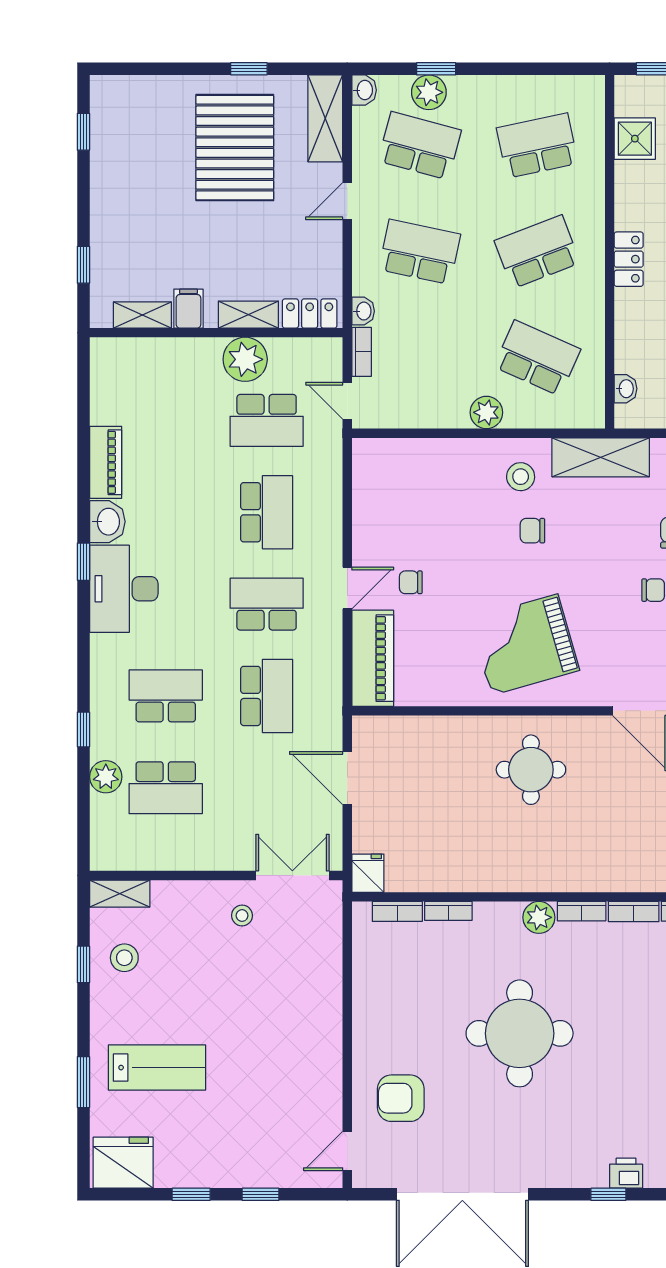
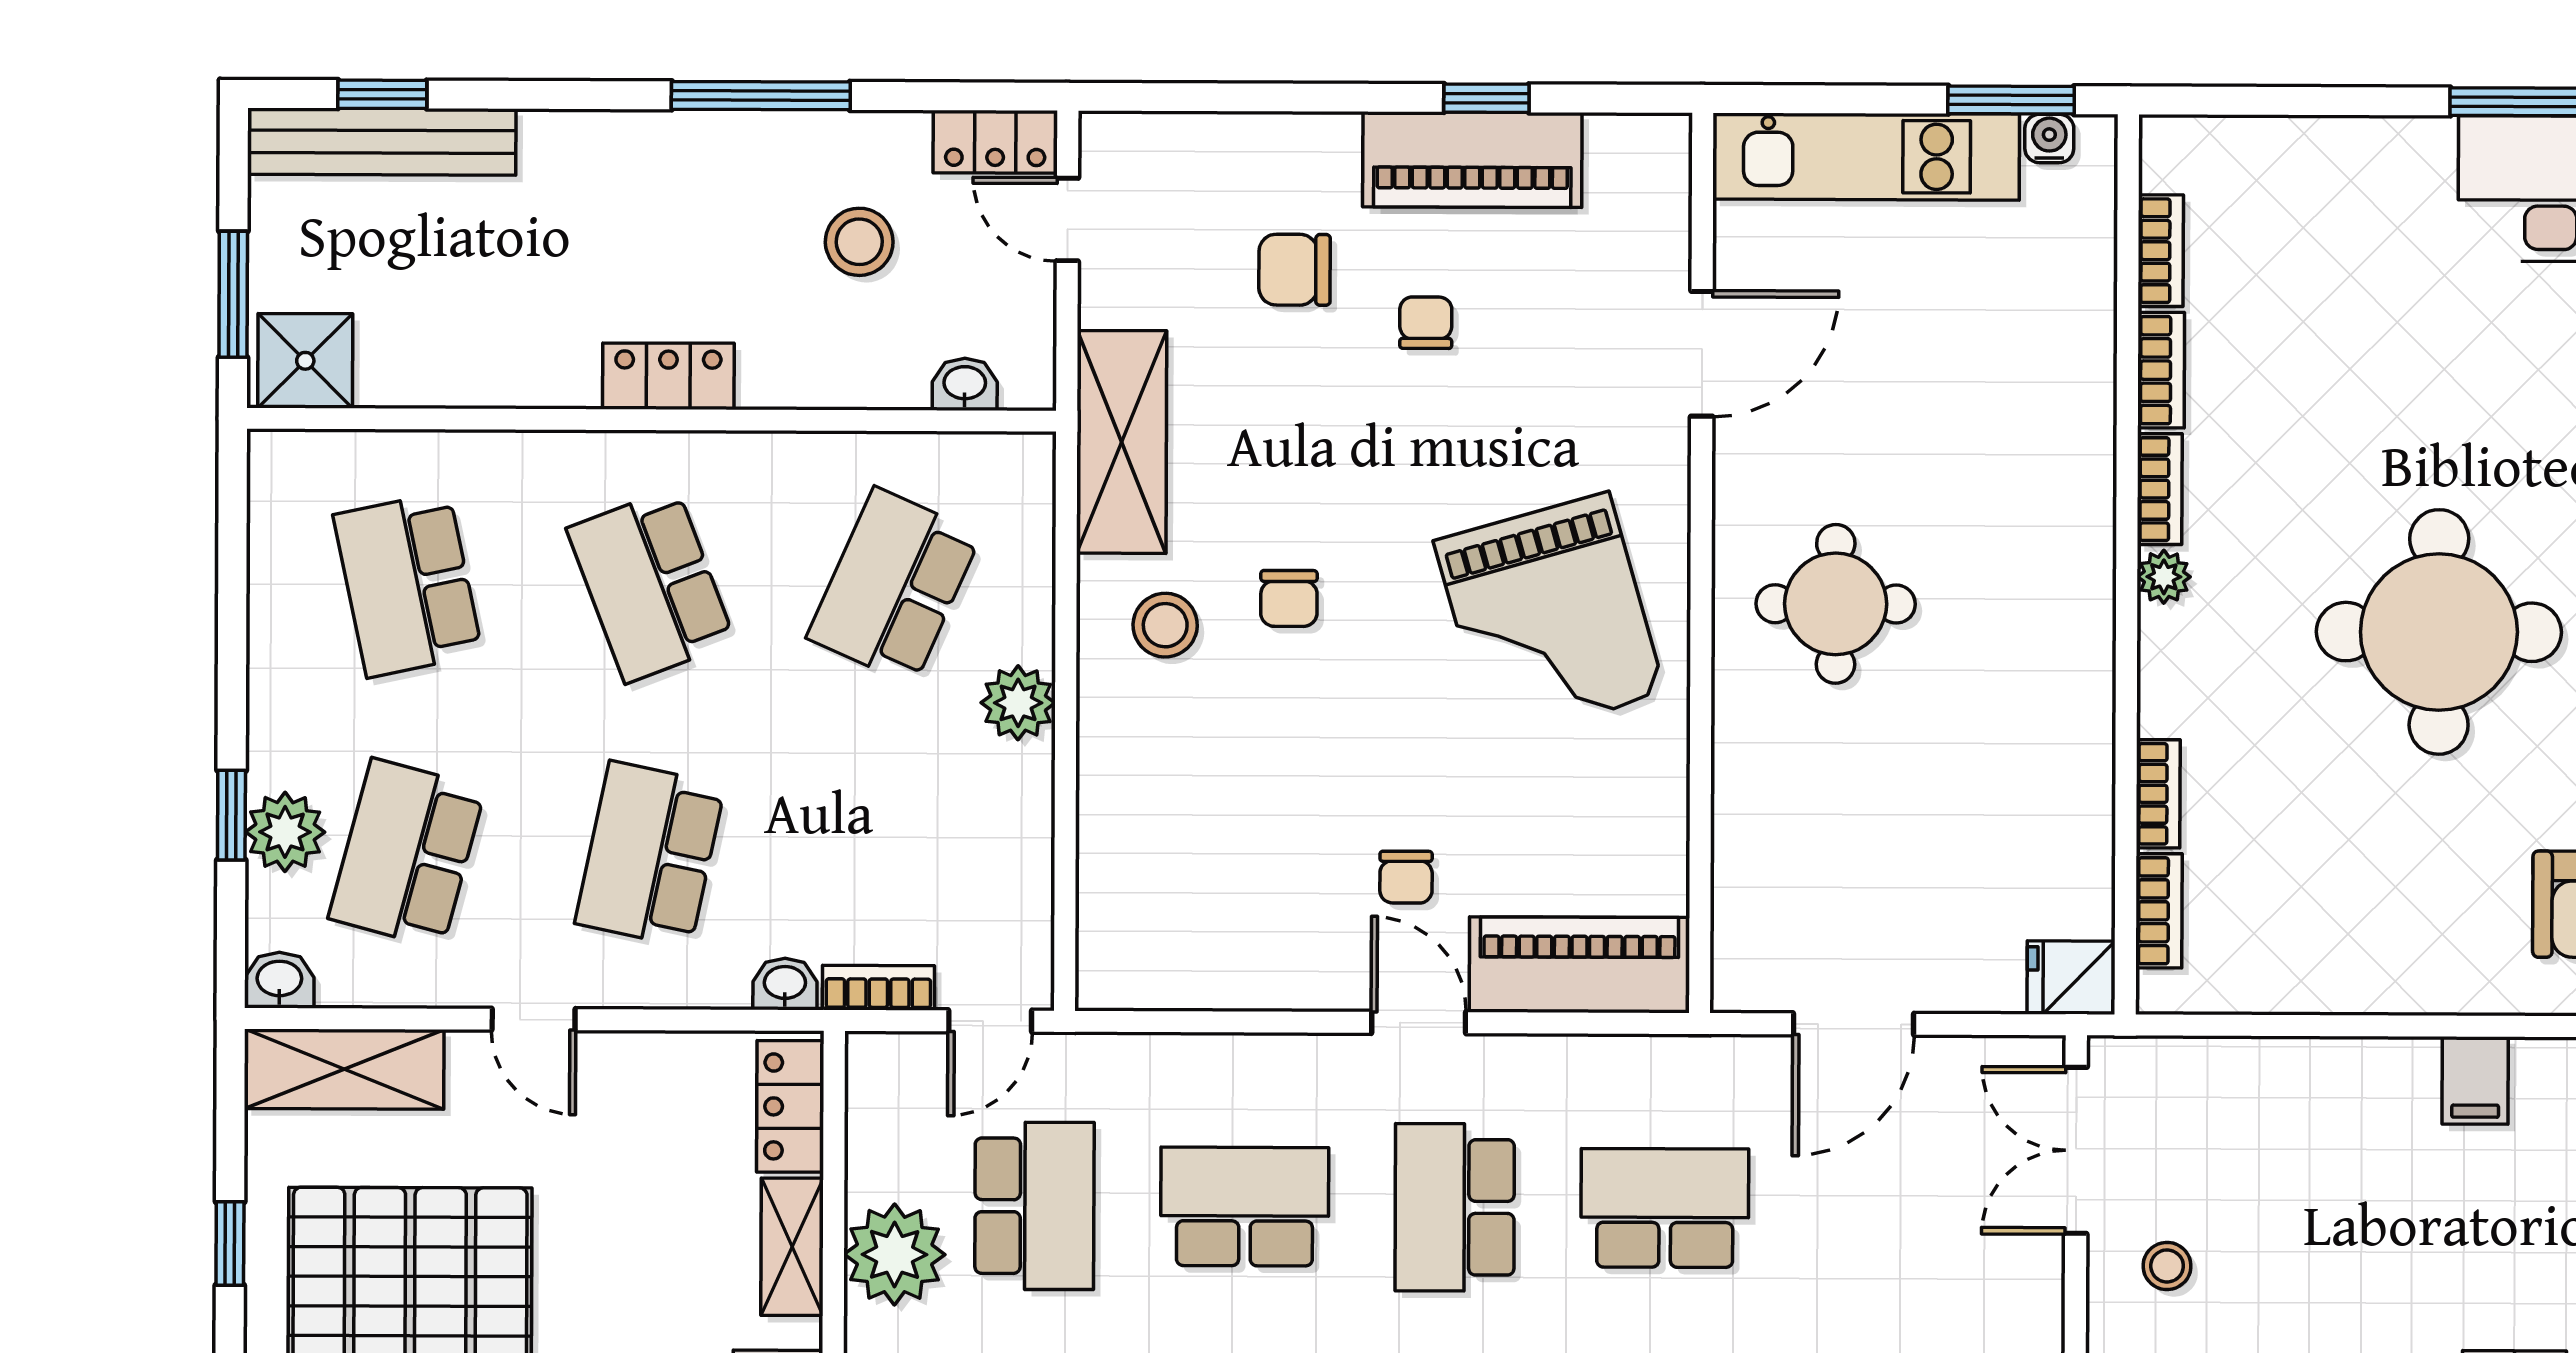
shower: (635, 139) -> (305, 361), moved
plant: (539, 917) -> (2164, 577), width x0.73, depth x0.73
filing cabinet: (324, 1050) -> (2475, 1081), added

